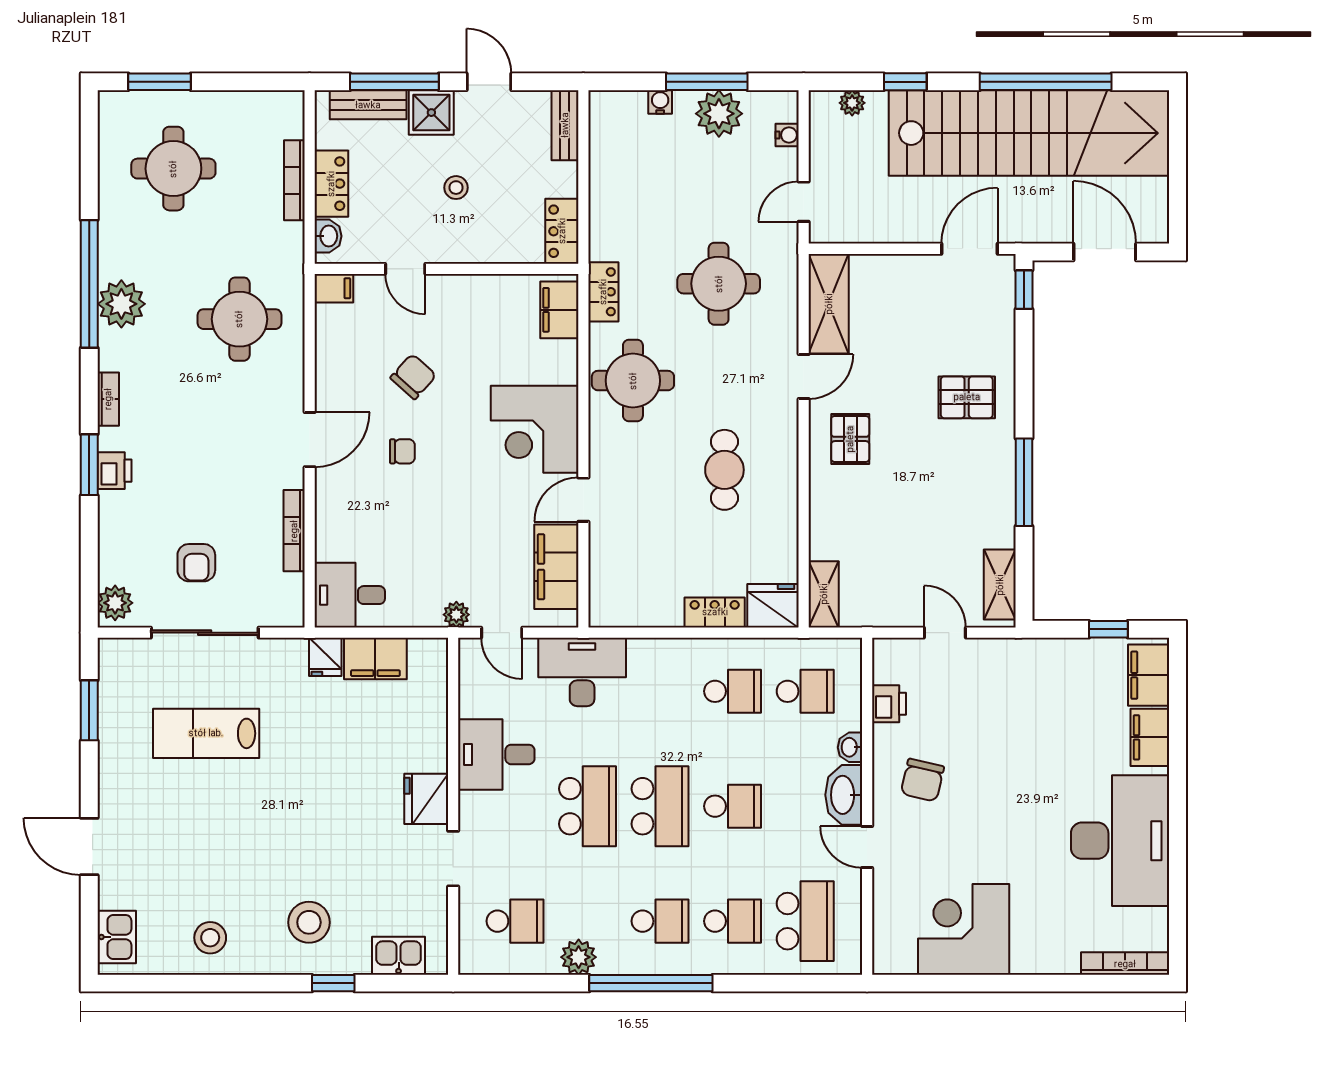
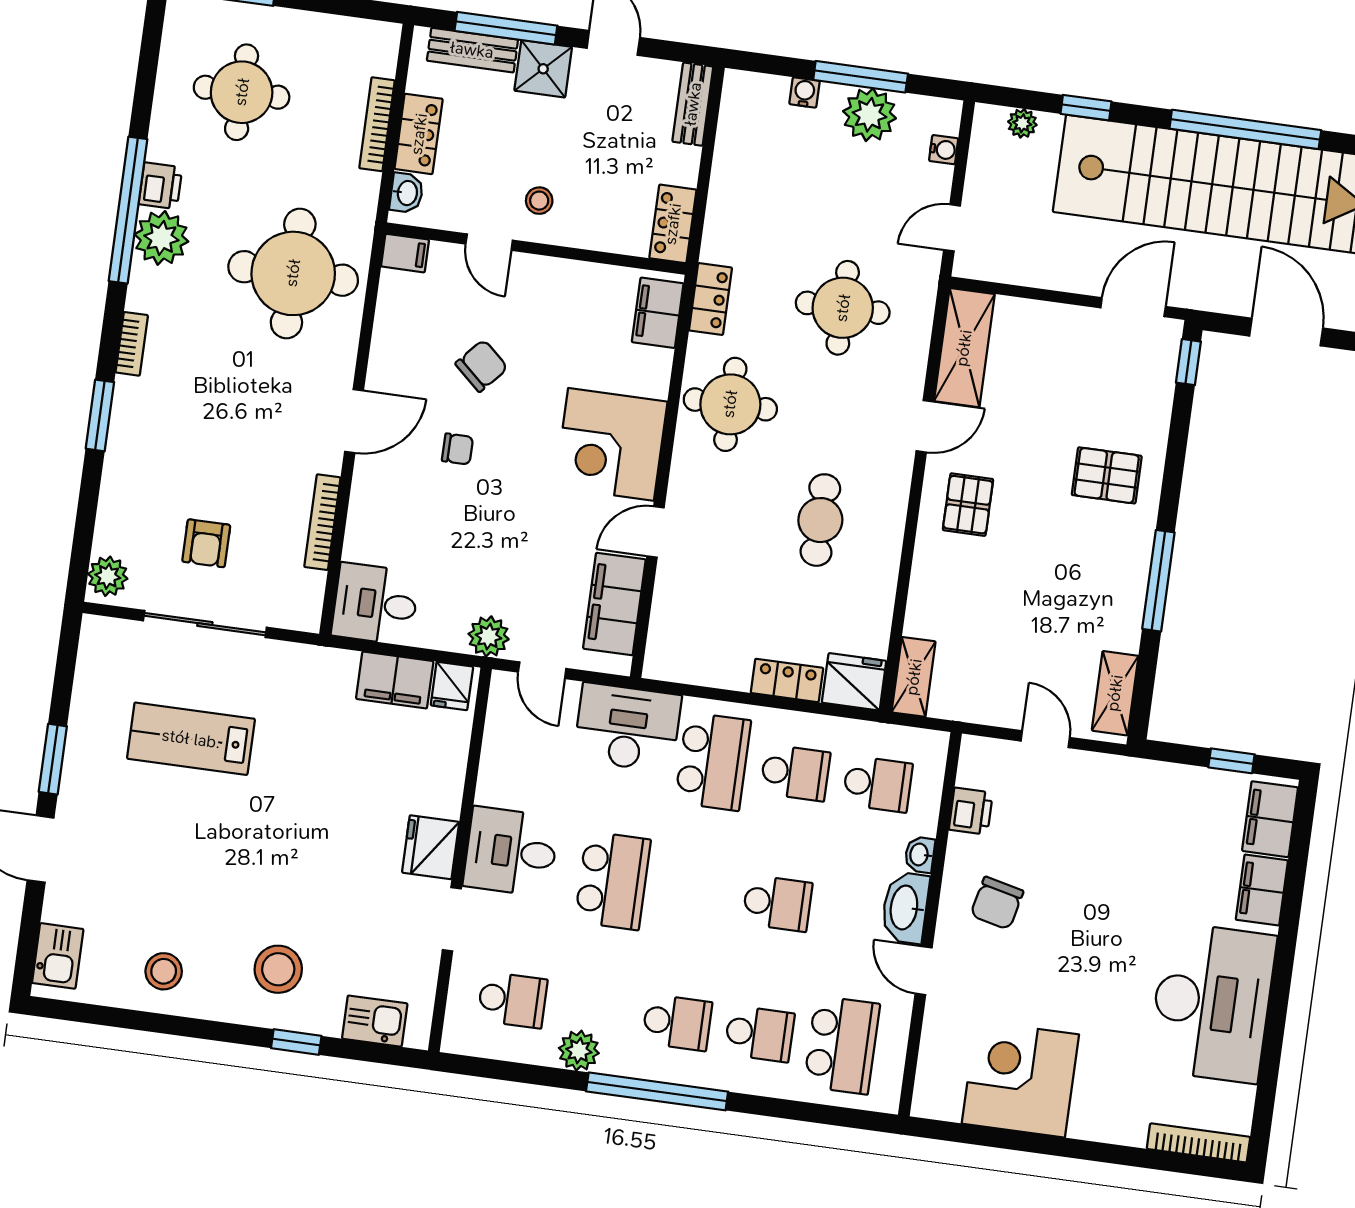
stool: (456, 188) -> (539, 201), moved
round table: (239, 319) -> (293, 273), width x1.36, depth x1.36
printer: (114, 471) -> (161, 186), moved
plant: (456, 615) -> (489, 636), width x1.38, depth x1.38
fridge: (325, 657) -> (452, 686), moved
window: (89, 710) -> (53, 759), moved
desk: (496, 754) -> (511, 852), moved
school desk: (660, 806) -> (713, 761), moved

